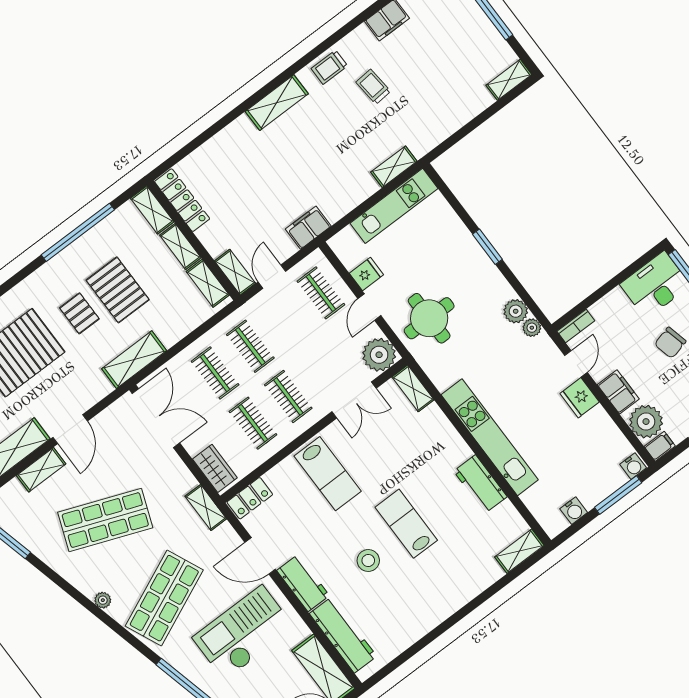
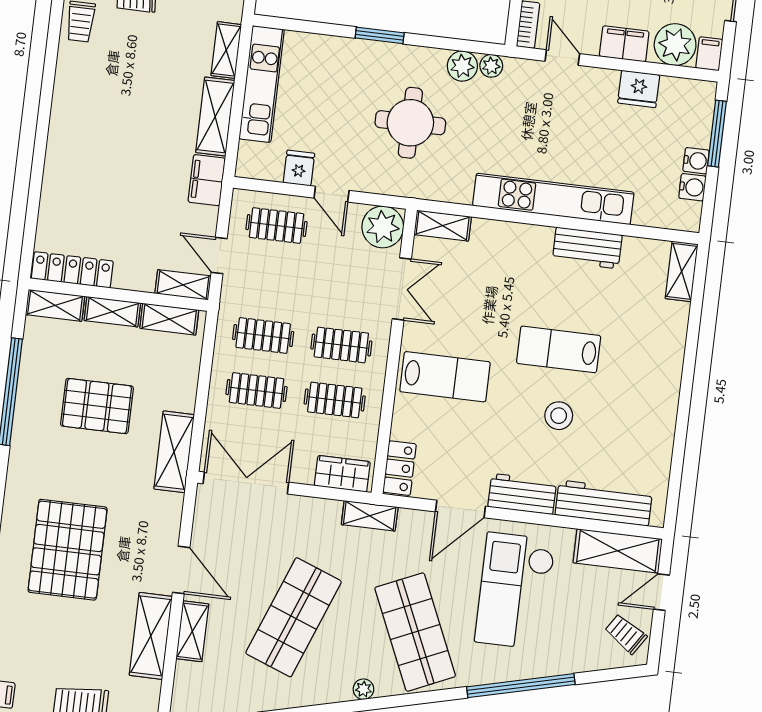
shelving: (277, 103) -> (215, 116), moved
pallet: (79, 313) -> (85, 461), removed
round table: (429, 318) -> (410, 123), moved
fridge: (580, 398) -> (639, 89), moved
water cooler: (633, 466) -> (696, 161), moved

